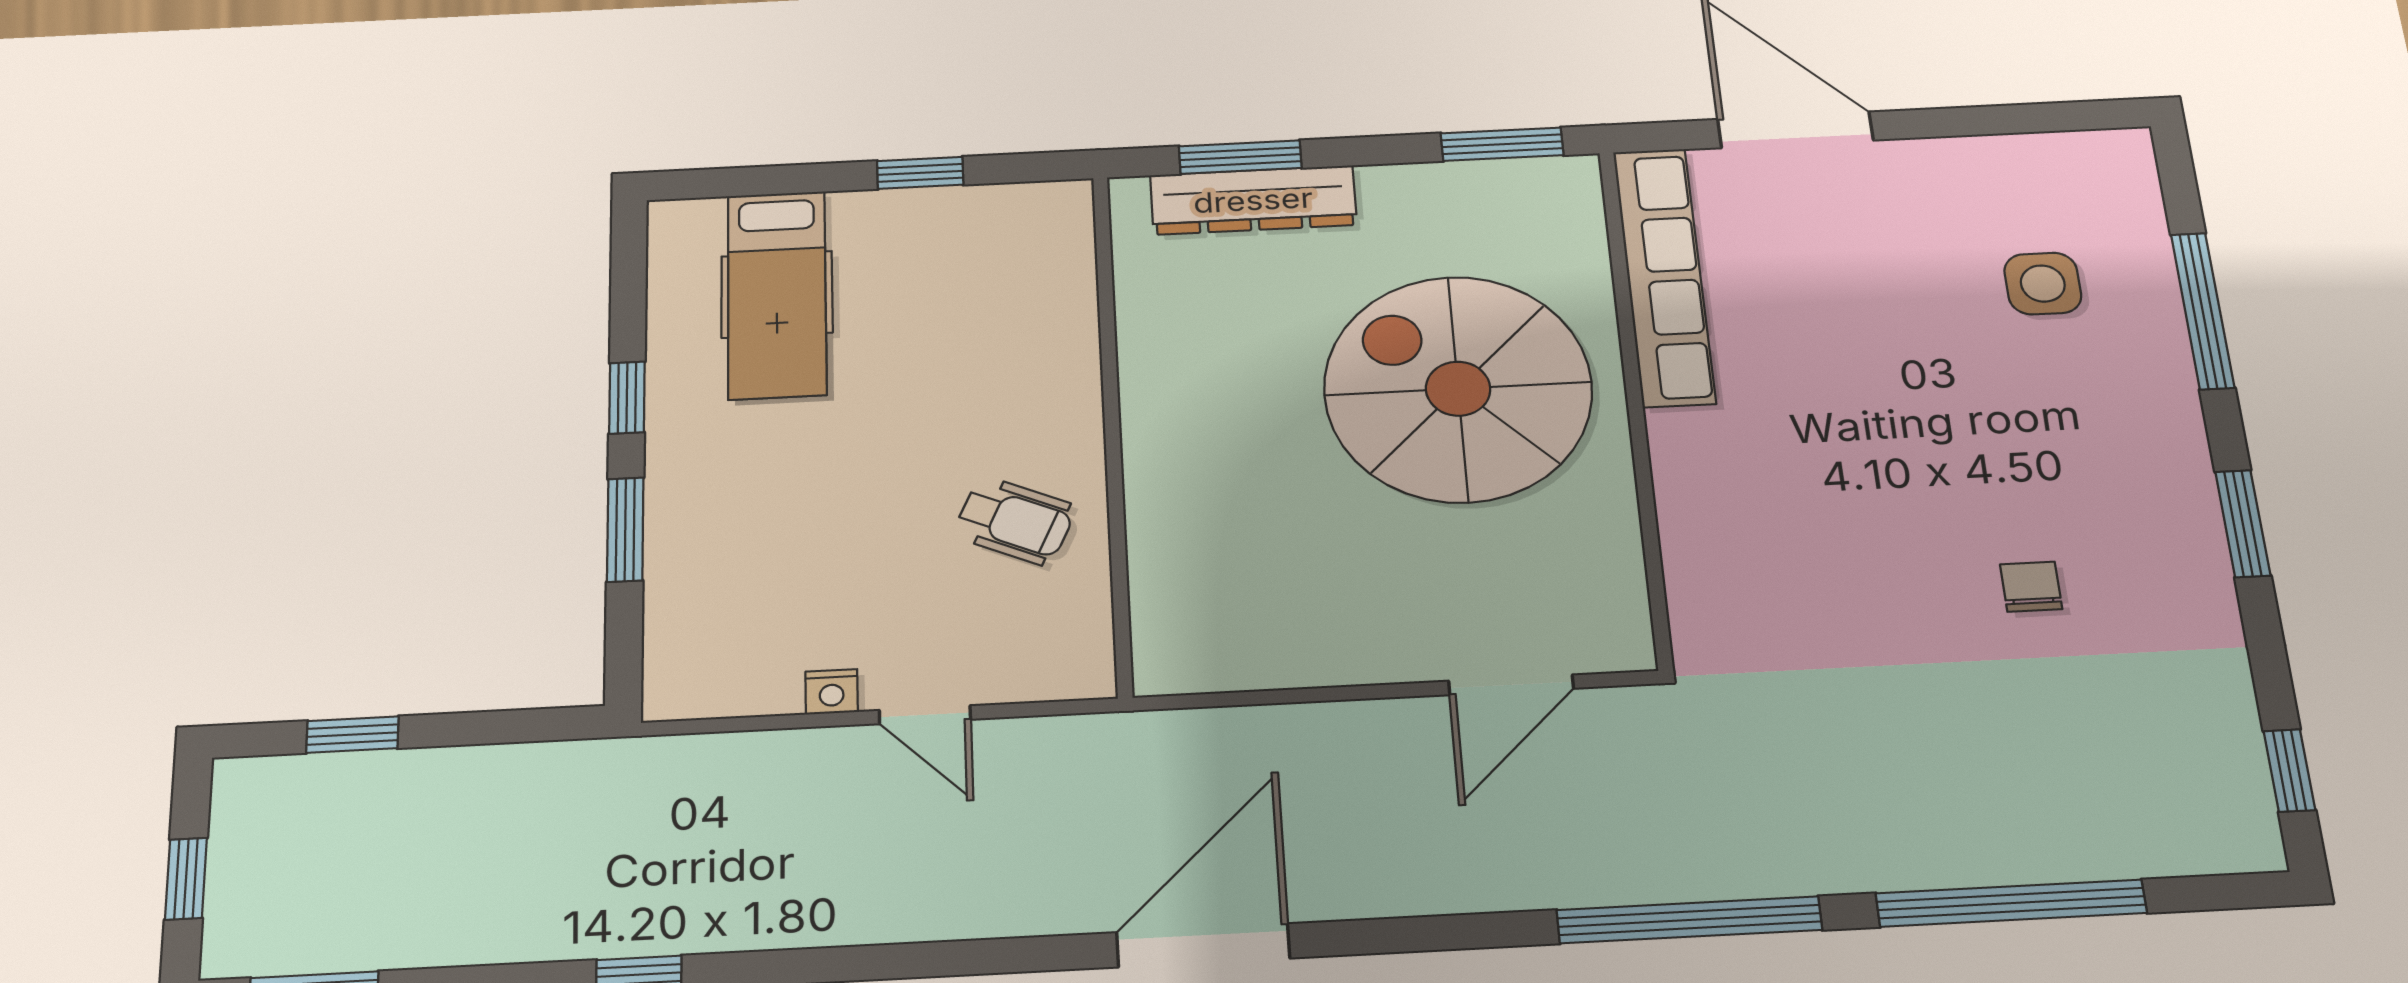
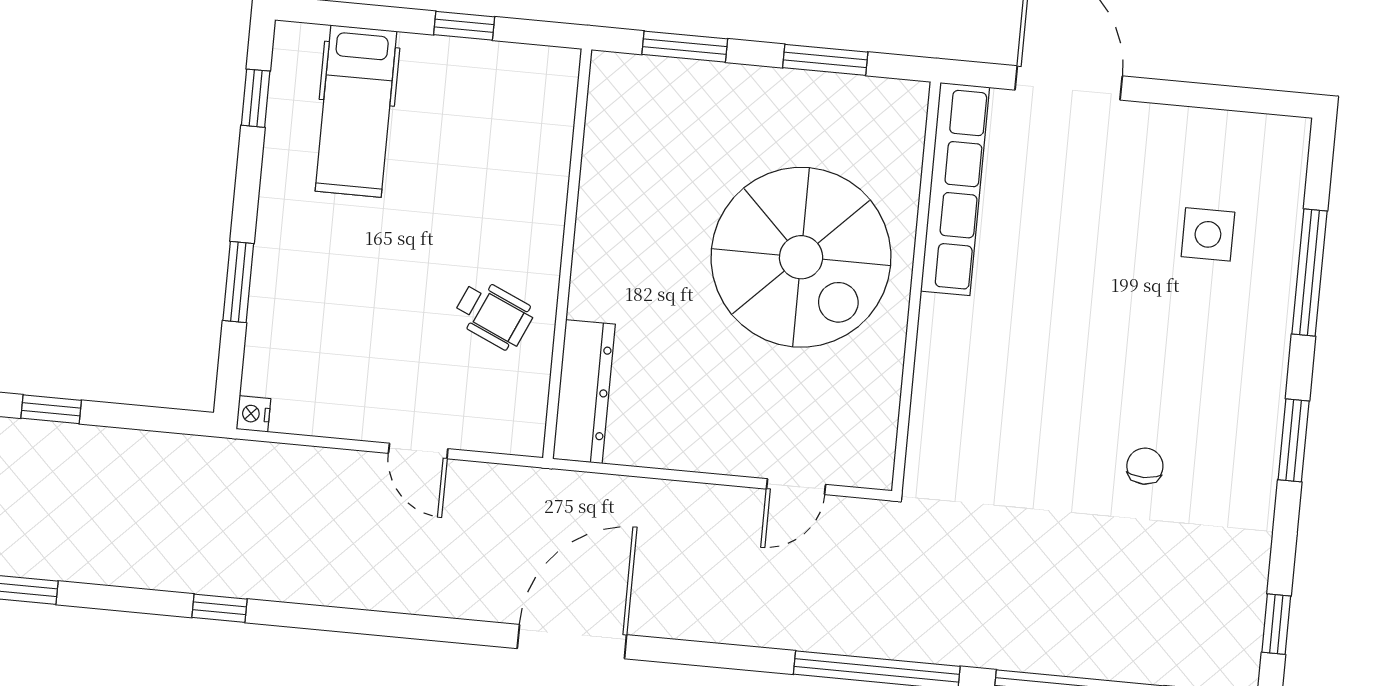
window: (1502, 144) -> (825, 60), moved
dresser: (1253, 200) -> (584, 392), moved, turned -90
spiral stairs: (1458, 389) -> (801, 257), turned 180
window: (627, 398) -> (256, 98), moved
door: (1511, 685) -> (796, 487), width x0.73
nightstand: (832, 692) -> (253, 414), moved, turned 90

